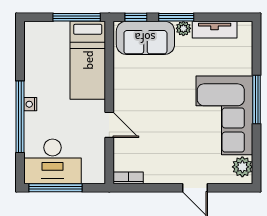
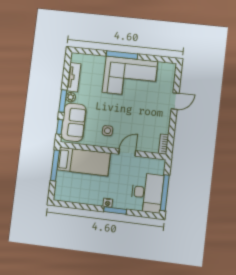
side table: (139, 91) -> (108, 131), added
window: (20, 117) -> (115, 211), width x0.47
plant: (242, 167) -> (165, 69), removed

